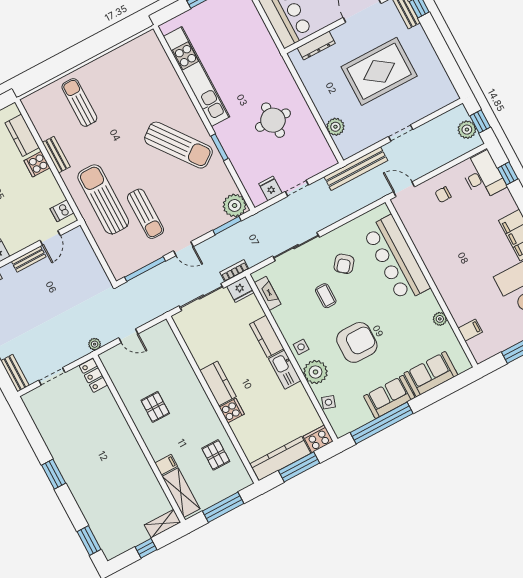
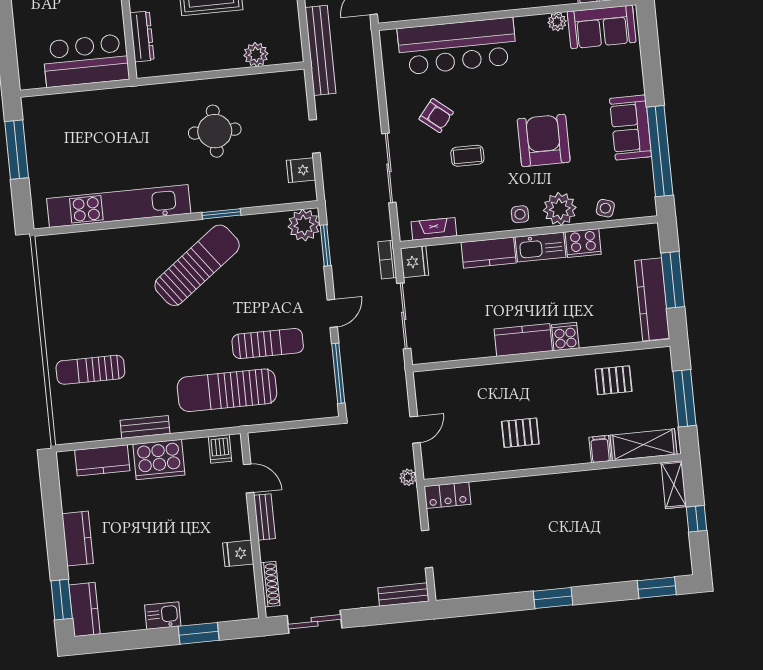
cooker: (37, 164) -> (159, 460), width x1.87, depth x1.31
sofa: (431, 374) -> (602, 27), moved, turned -90
cooker: (318, 439) -> (583, 243), moved, turned -90

